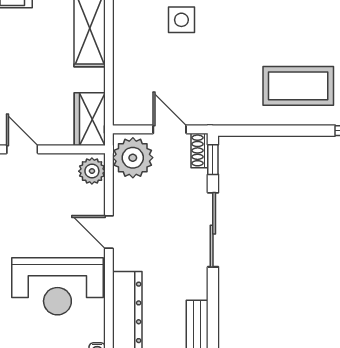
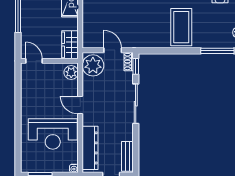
coffee table: (298, 86) -> (181, 27), turned 90

